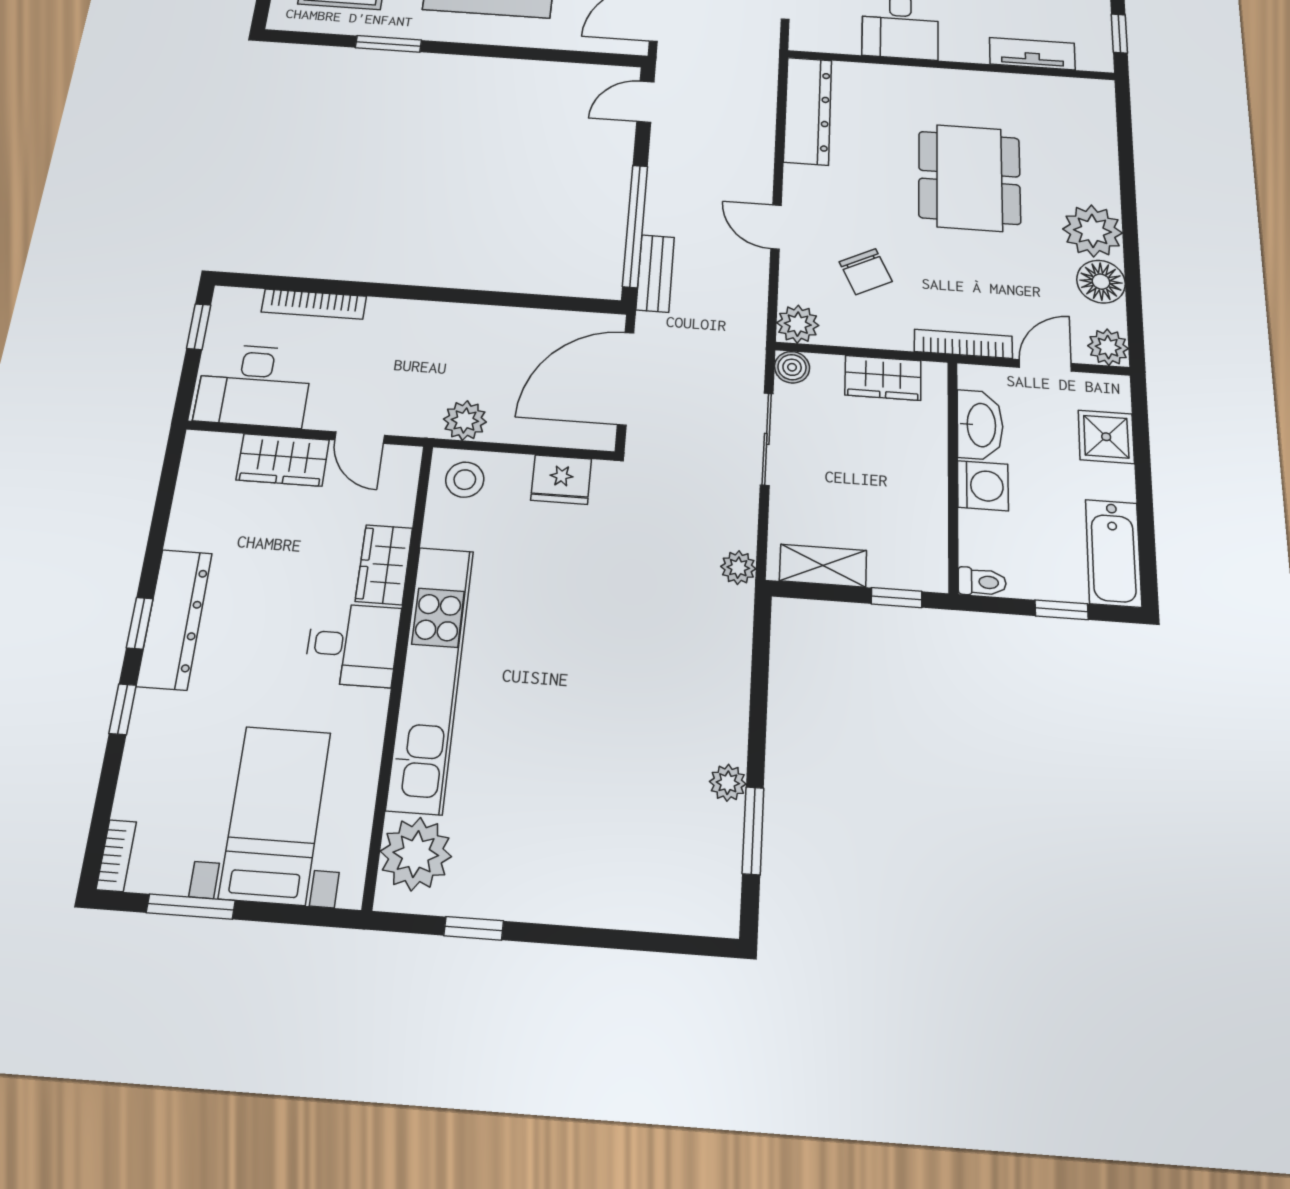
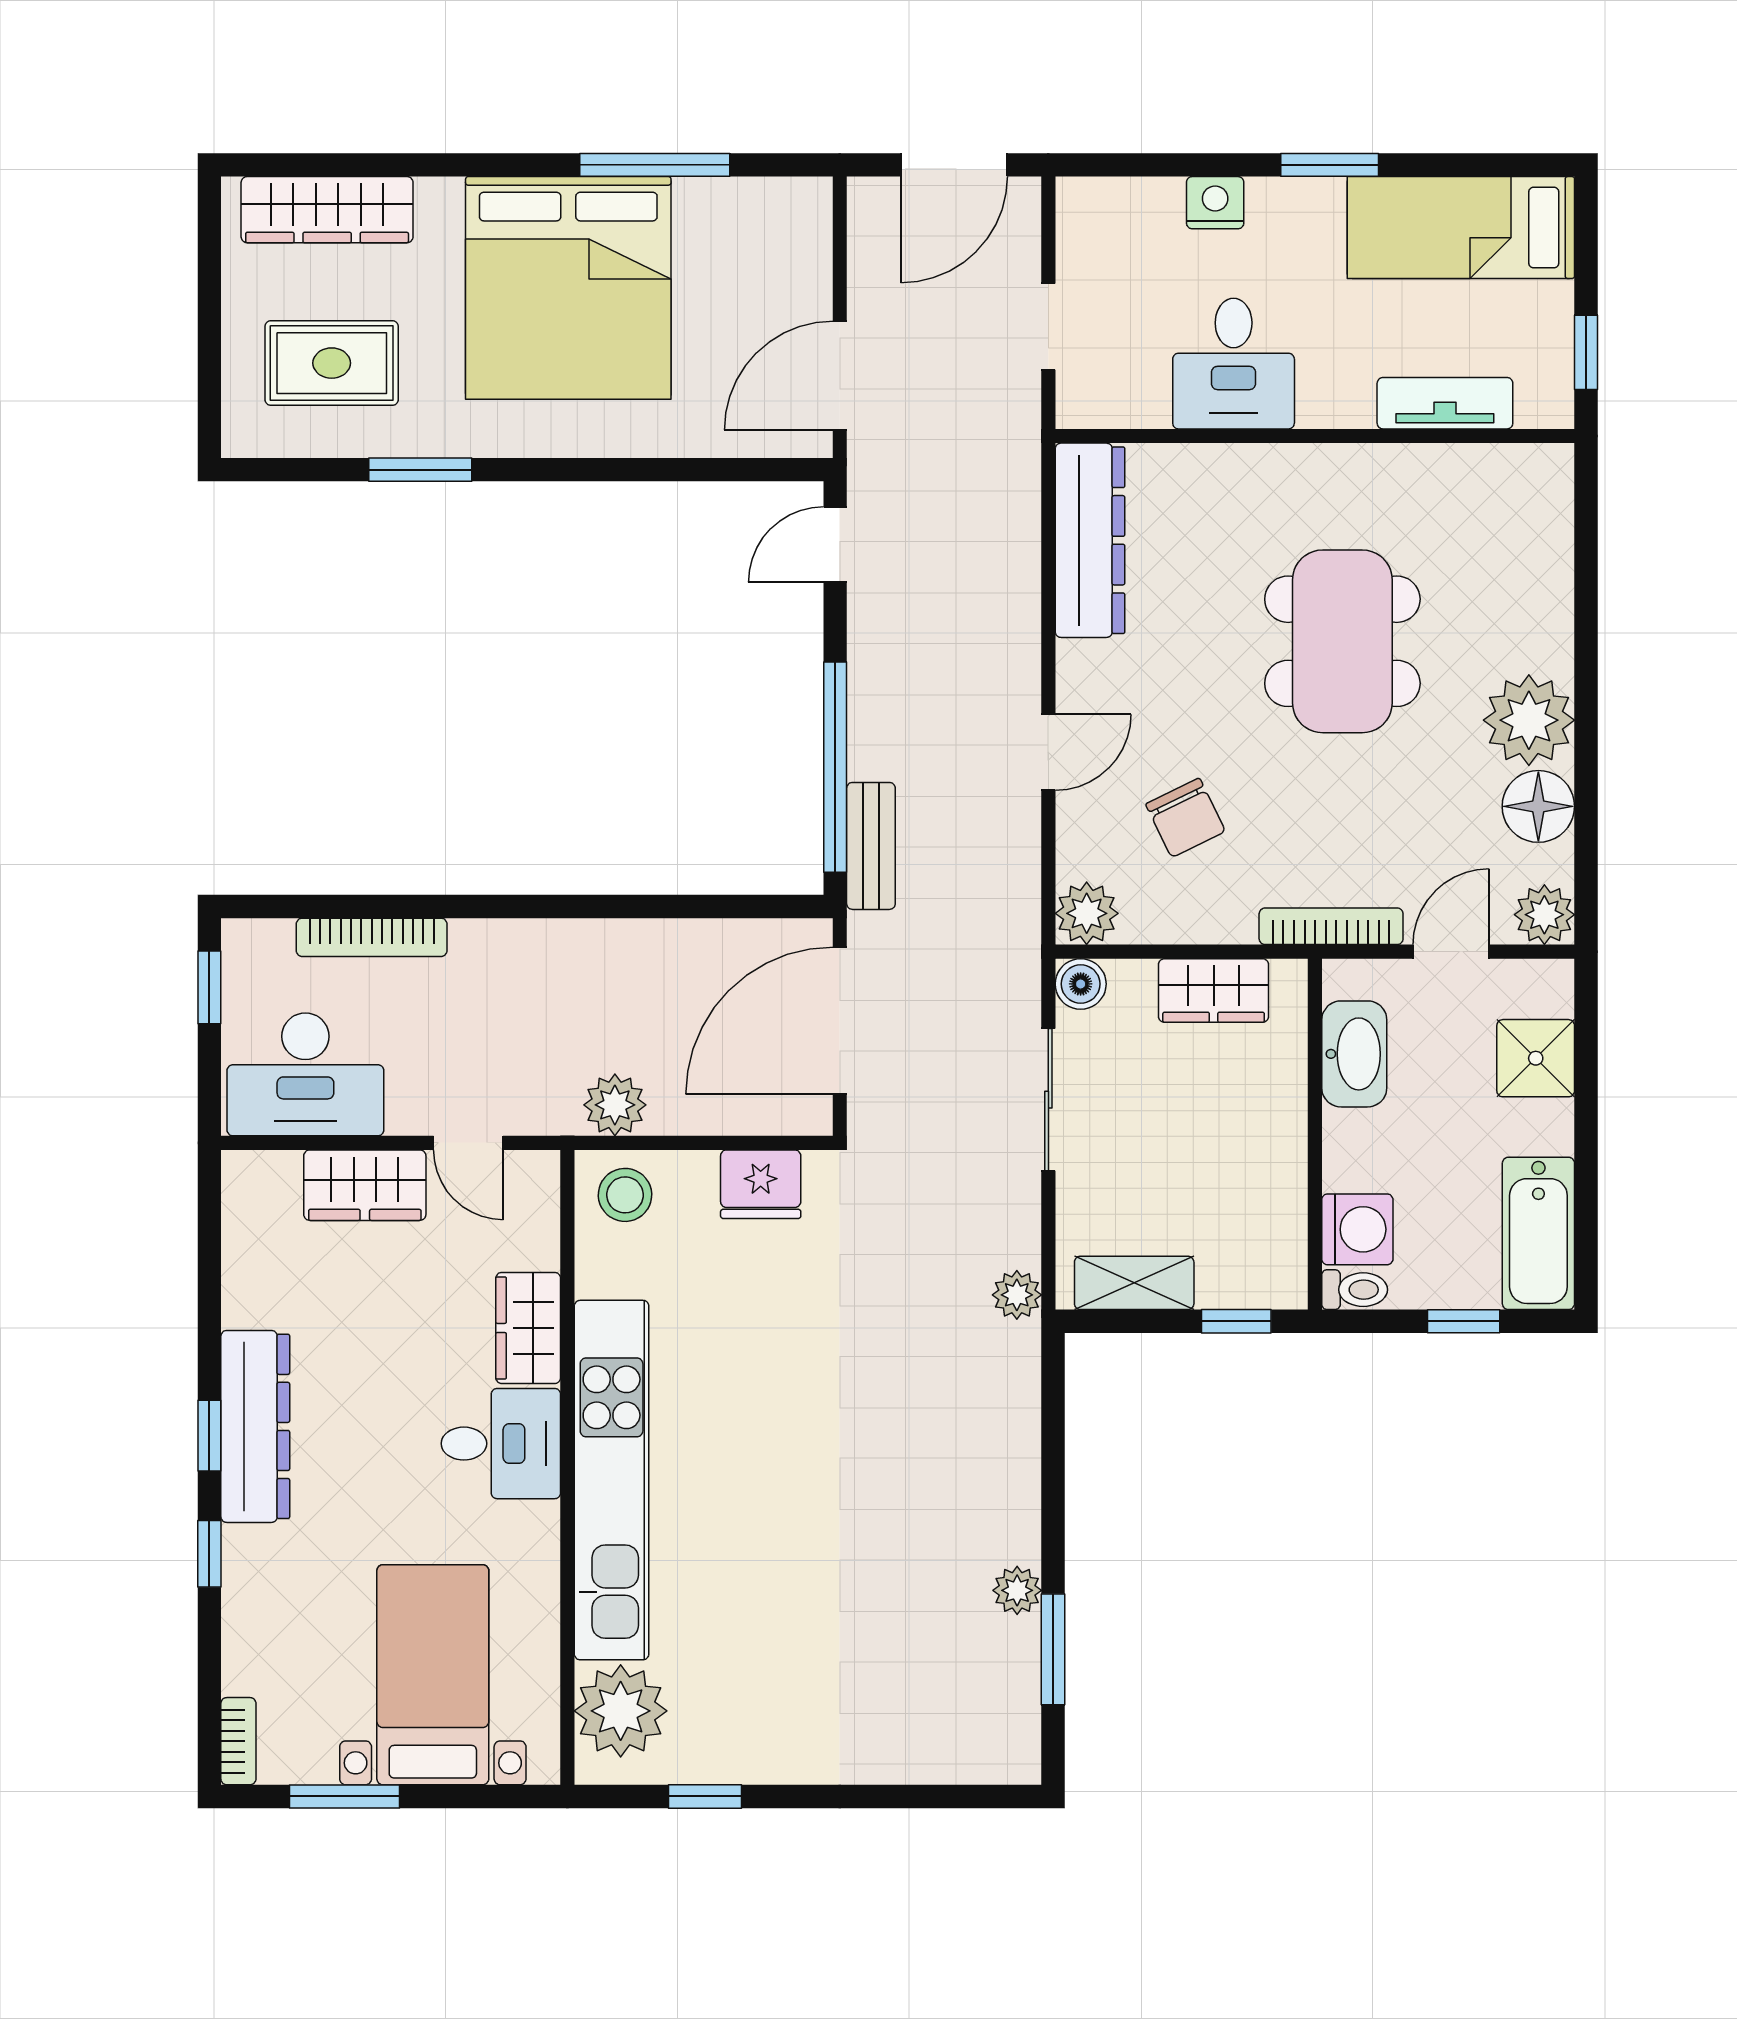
door: (776, 227) -> (1048, 752), swing flipped
washing machine: (983, 486) -> (1357, 1229), moved

